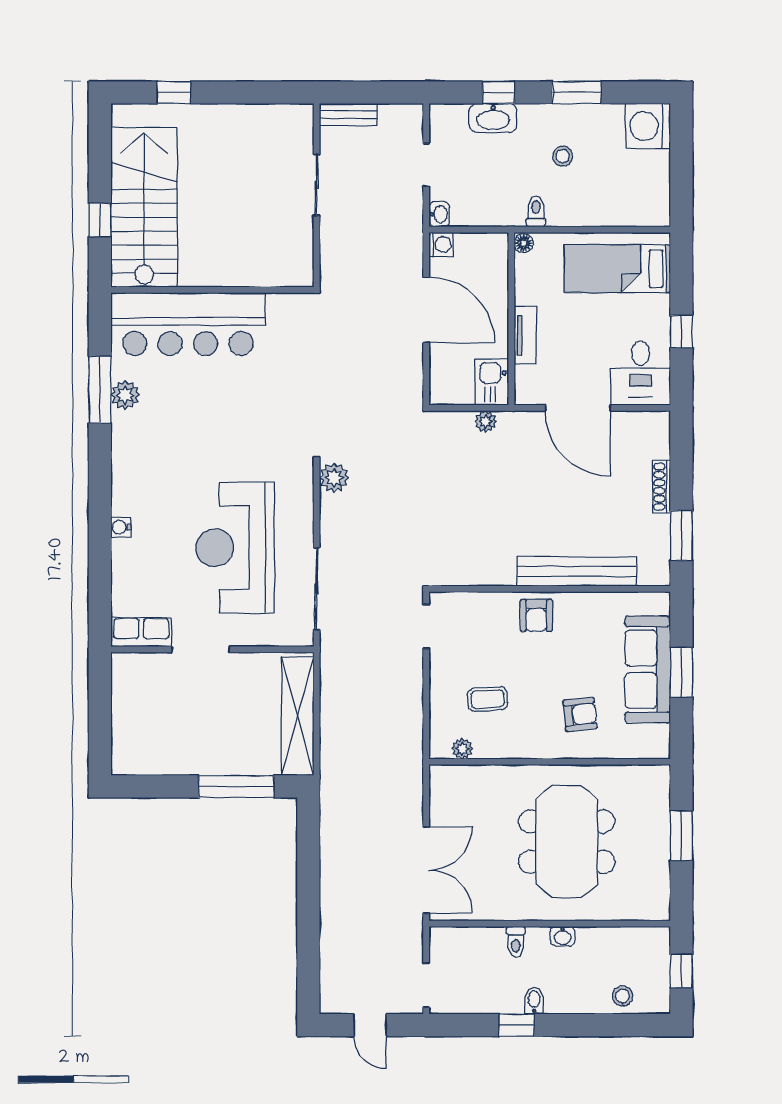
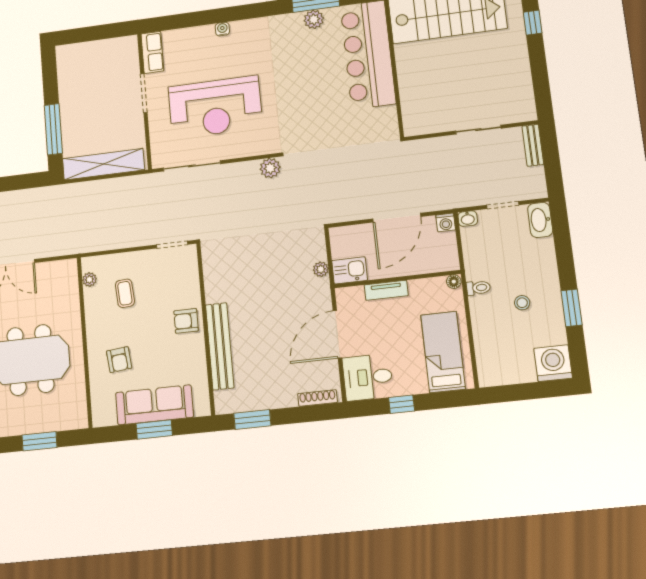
window: (499, 92) -> (564, 251), removed
washbasin: (493, 118) -> (540, 220), moved
shoe rack: (661, 487) -> (317, 398), moved
reception desk: (235, 548) -> (215, 107), turned 180

